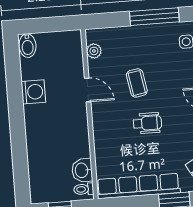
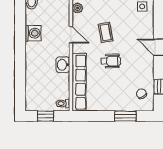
washbasin: (82, 170) -> (63, 65), moved
row of seats: (138, 186) -> (79, 82), moved, turned 90

